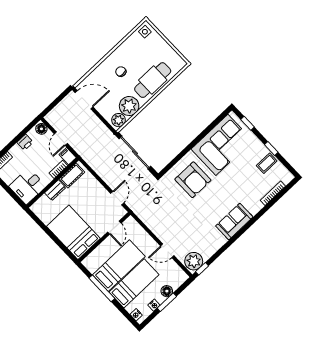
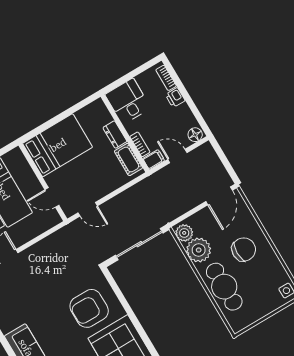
chair: (121, 72) -> (244, 249), width x1.87, depth x1.87
printer: (25, 142) -> (175, 98), moved

